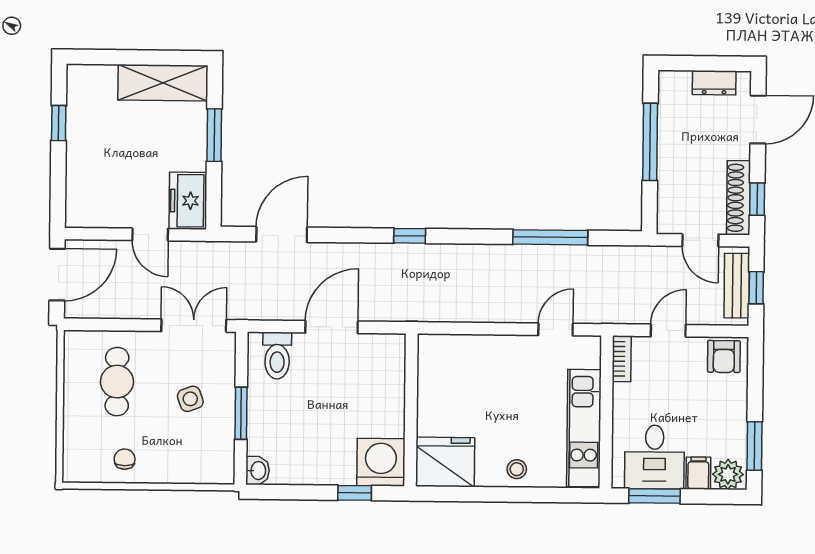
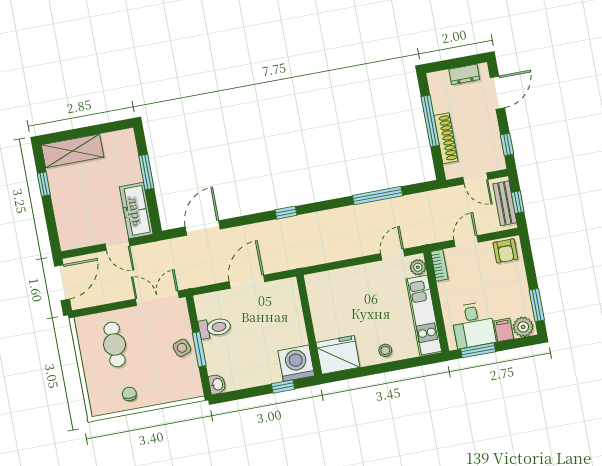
shelving: (163, 83) -> (73, 151), moved
shoe rack: (739, 198) -> (446, 138), moved, turned 180
freezer: (188, 201) -> (136, 211), width x1.40
plant: (589, 355) -> (418, 267), added
toilet: (277, 356) -> (215, 328), moved, turned -90
side table: (190, 399) -> (182, 348), moved

